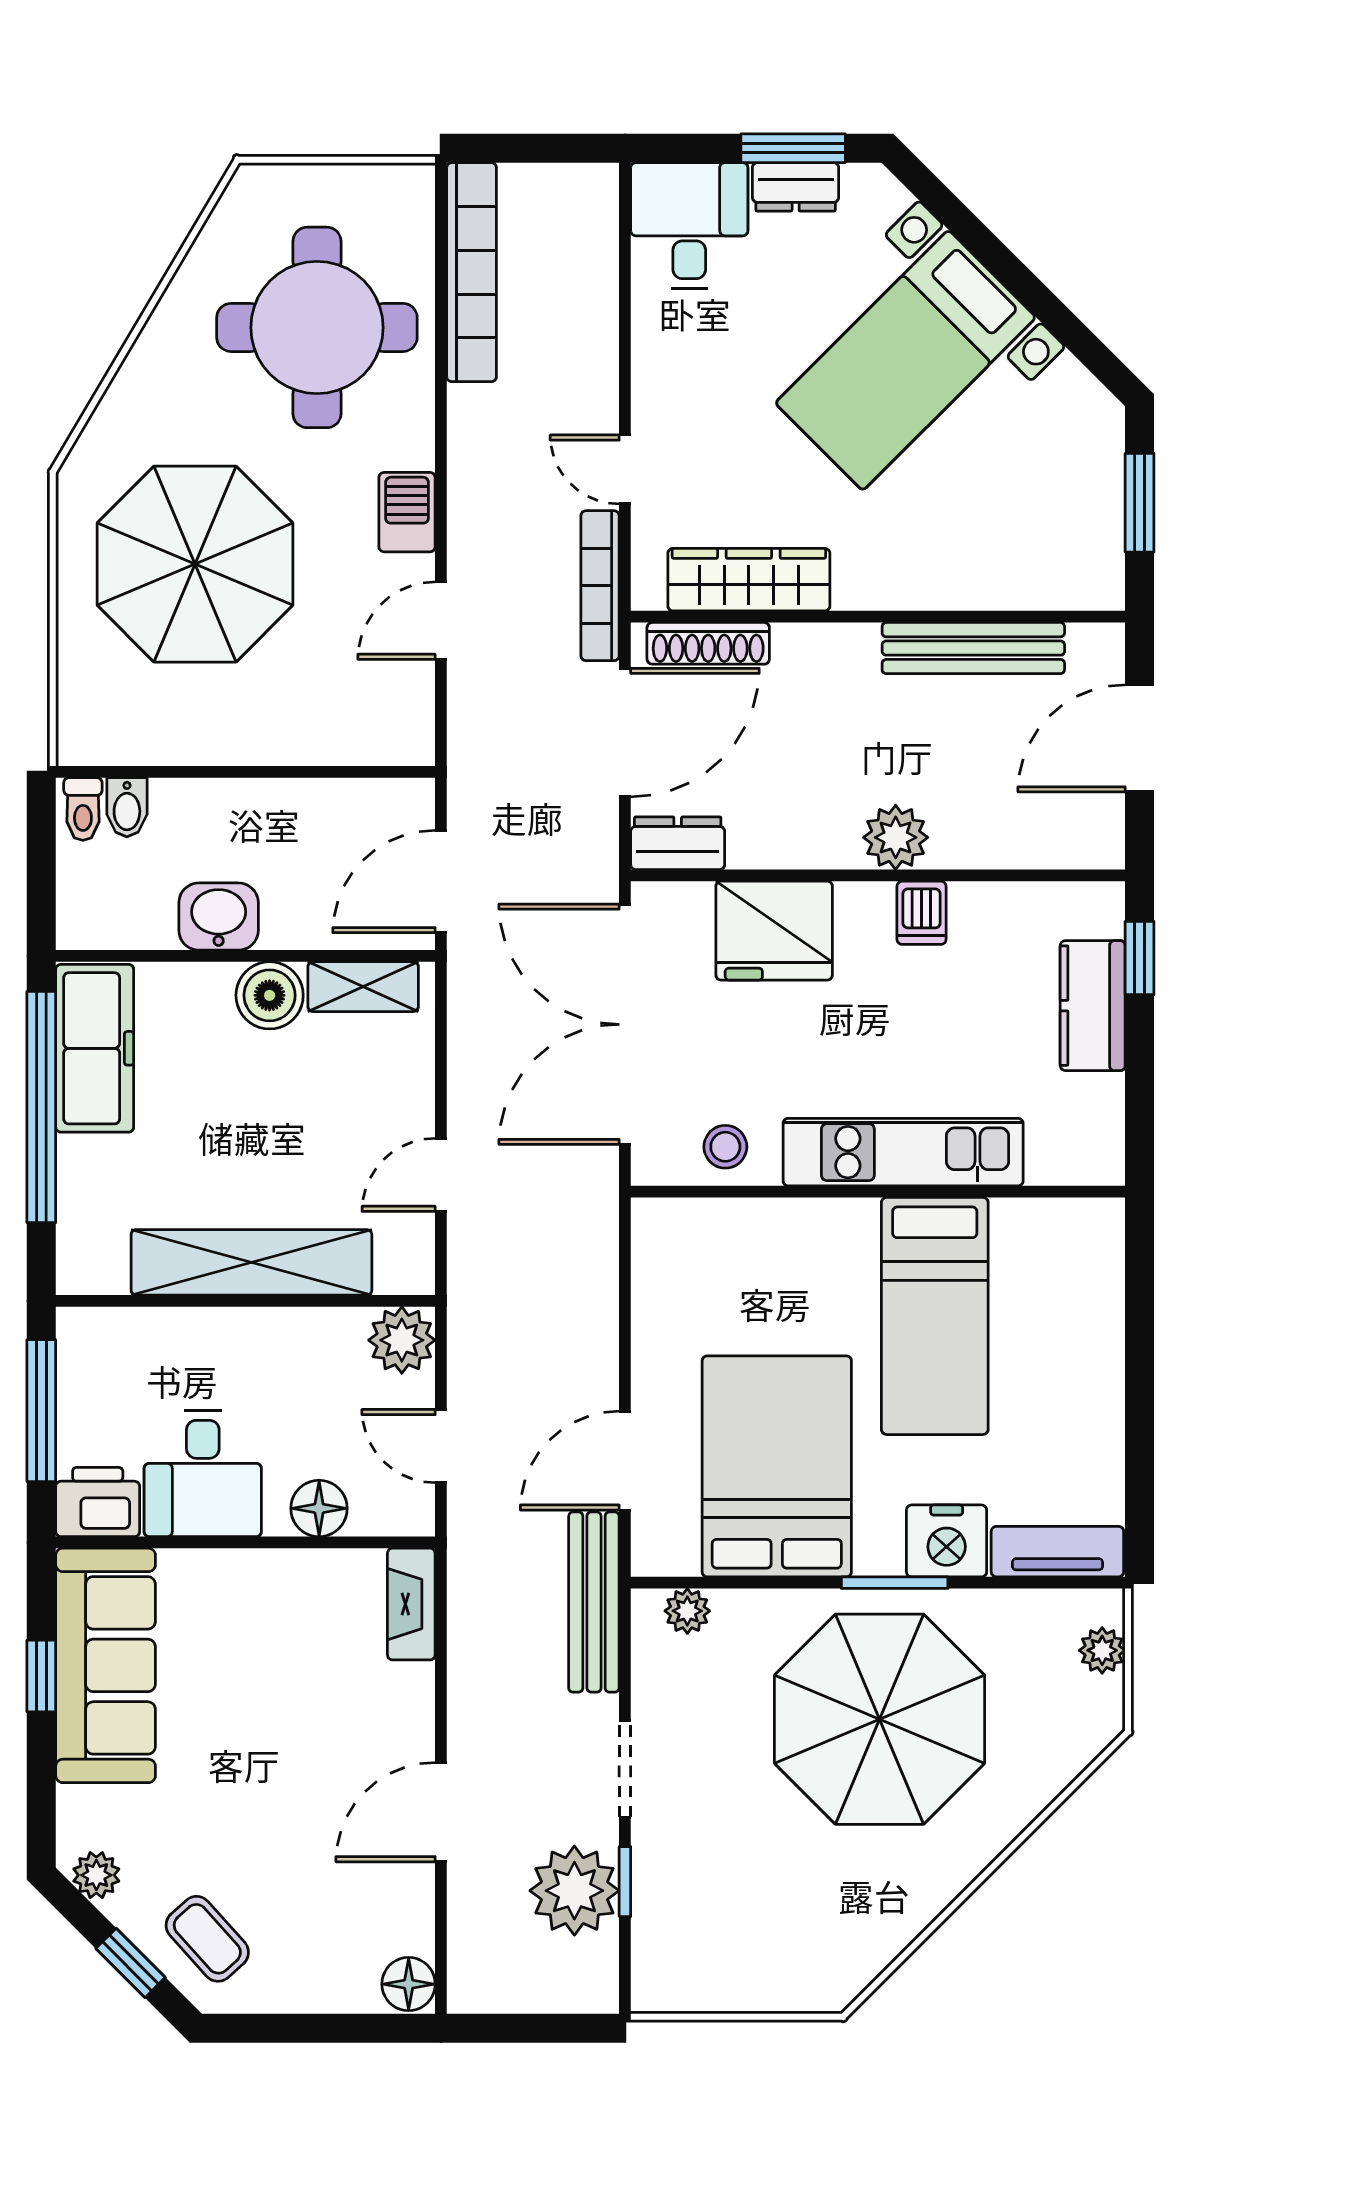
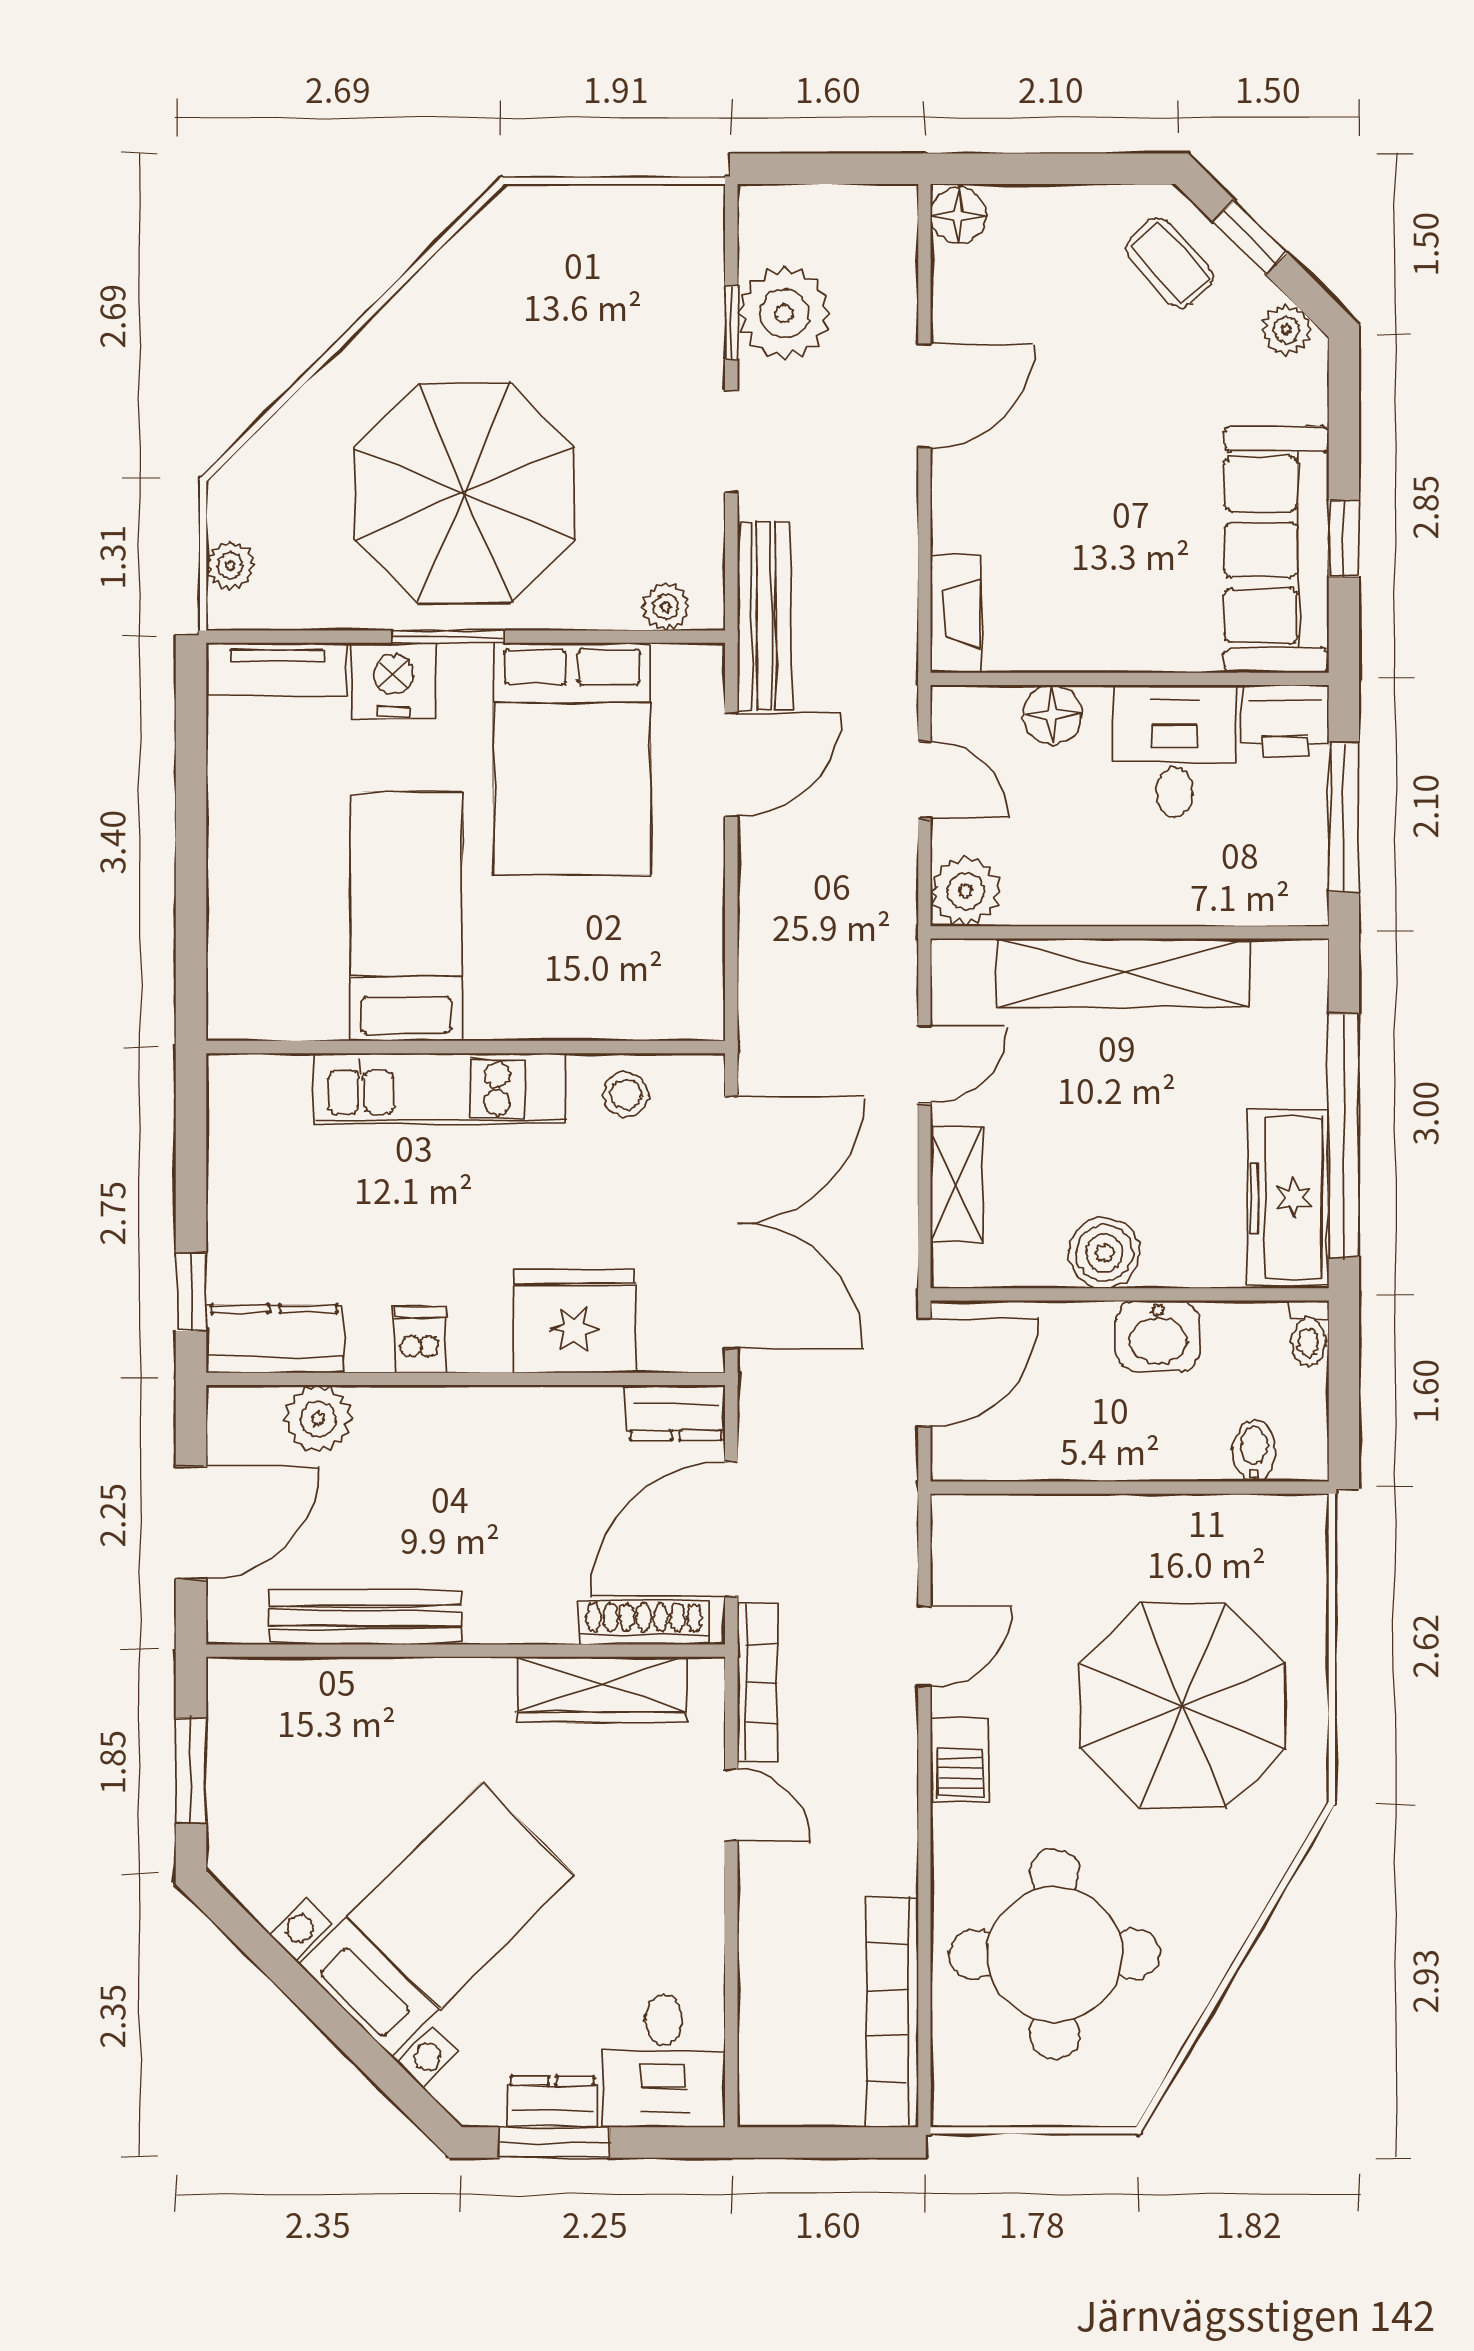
toilet: (83, 809) -> (1309, 1333), moved, turned 180
plant: (896, 837) -> (318, 1419), moved
shelving: (363, 987) -> (957, 1185), moved, turned 90
kitchen counter: (1093, 1006) -> (274, 1339), moved, turned -90

